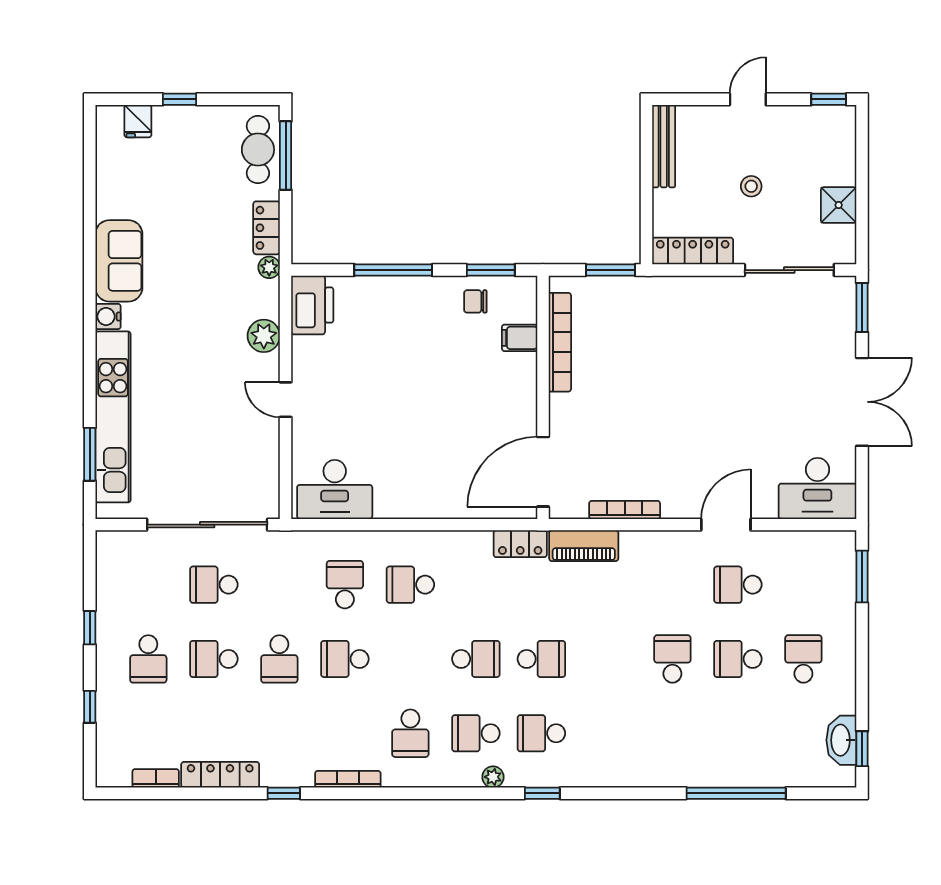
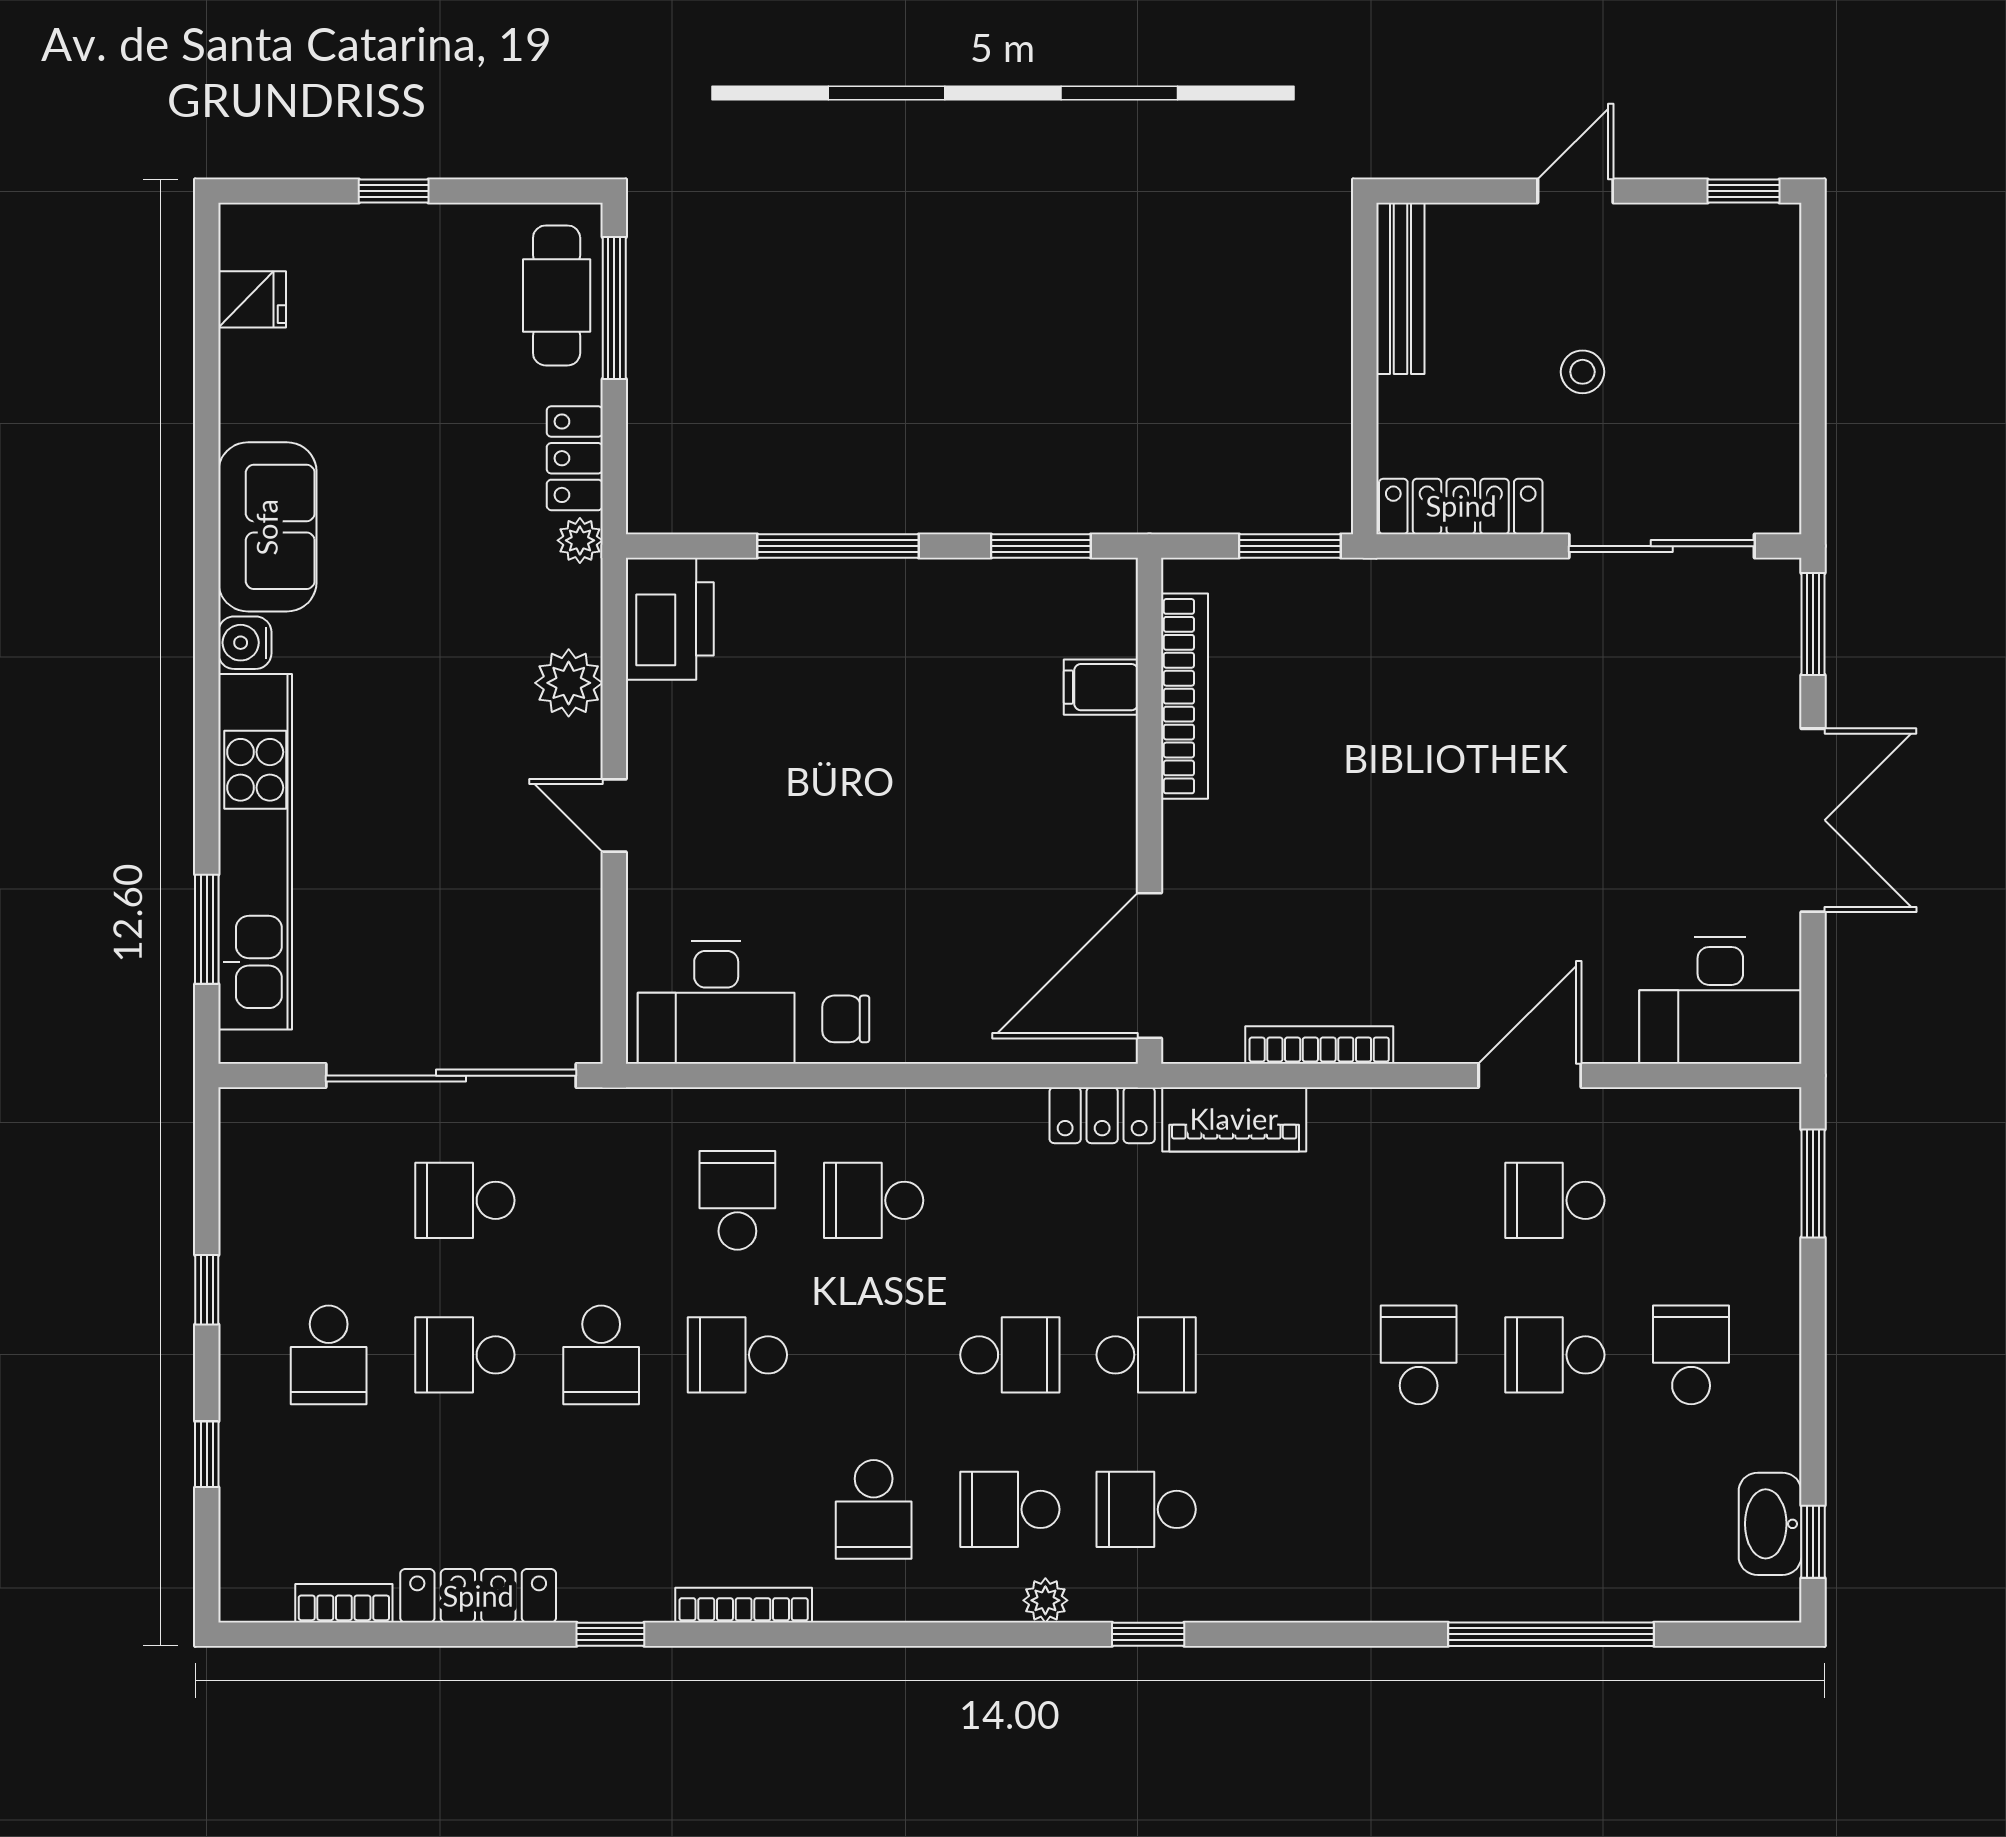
fridge: (138, 121) -> (252, 299), moved, turned -90
shower: (839, 205) -> (1764, 411), removed
chair: (475, 301) -> (846, 1019), moved

